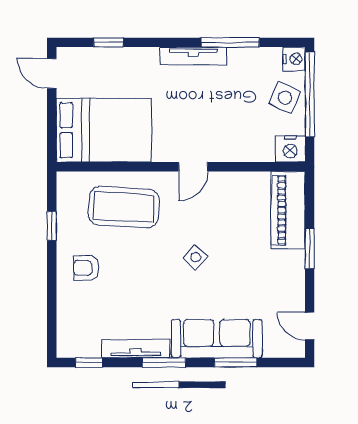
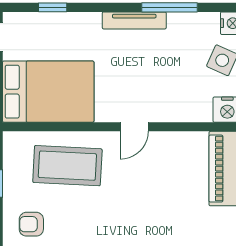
side table: (196, 257) -> (136, 214), removed

